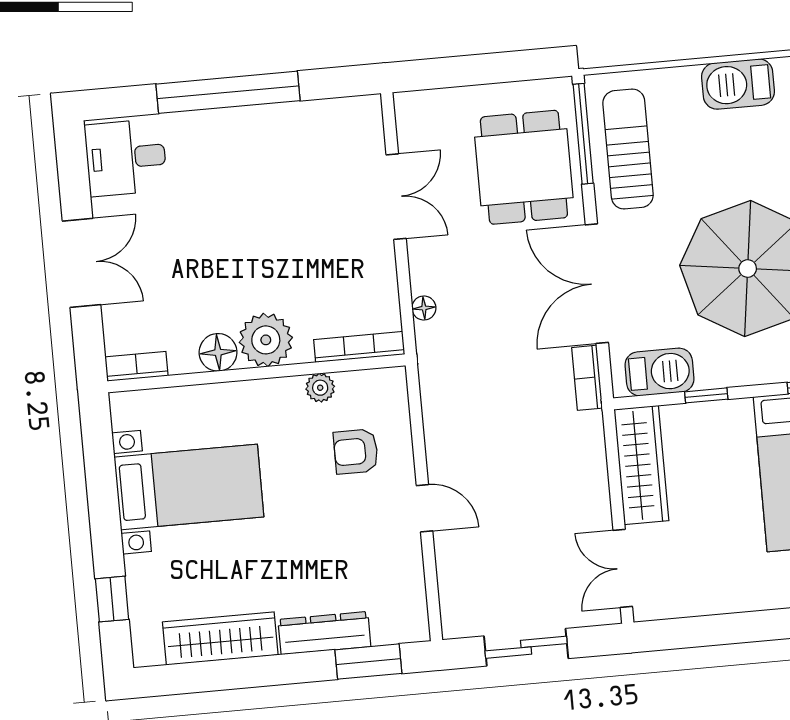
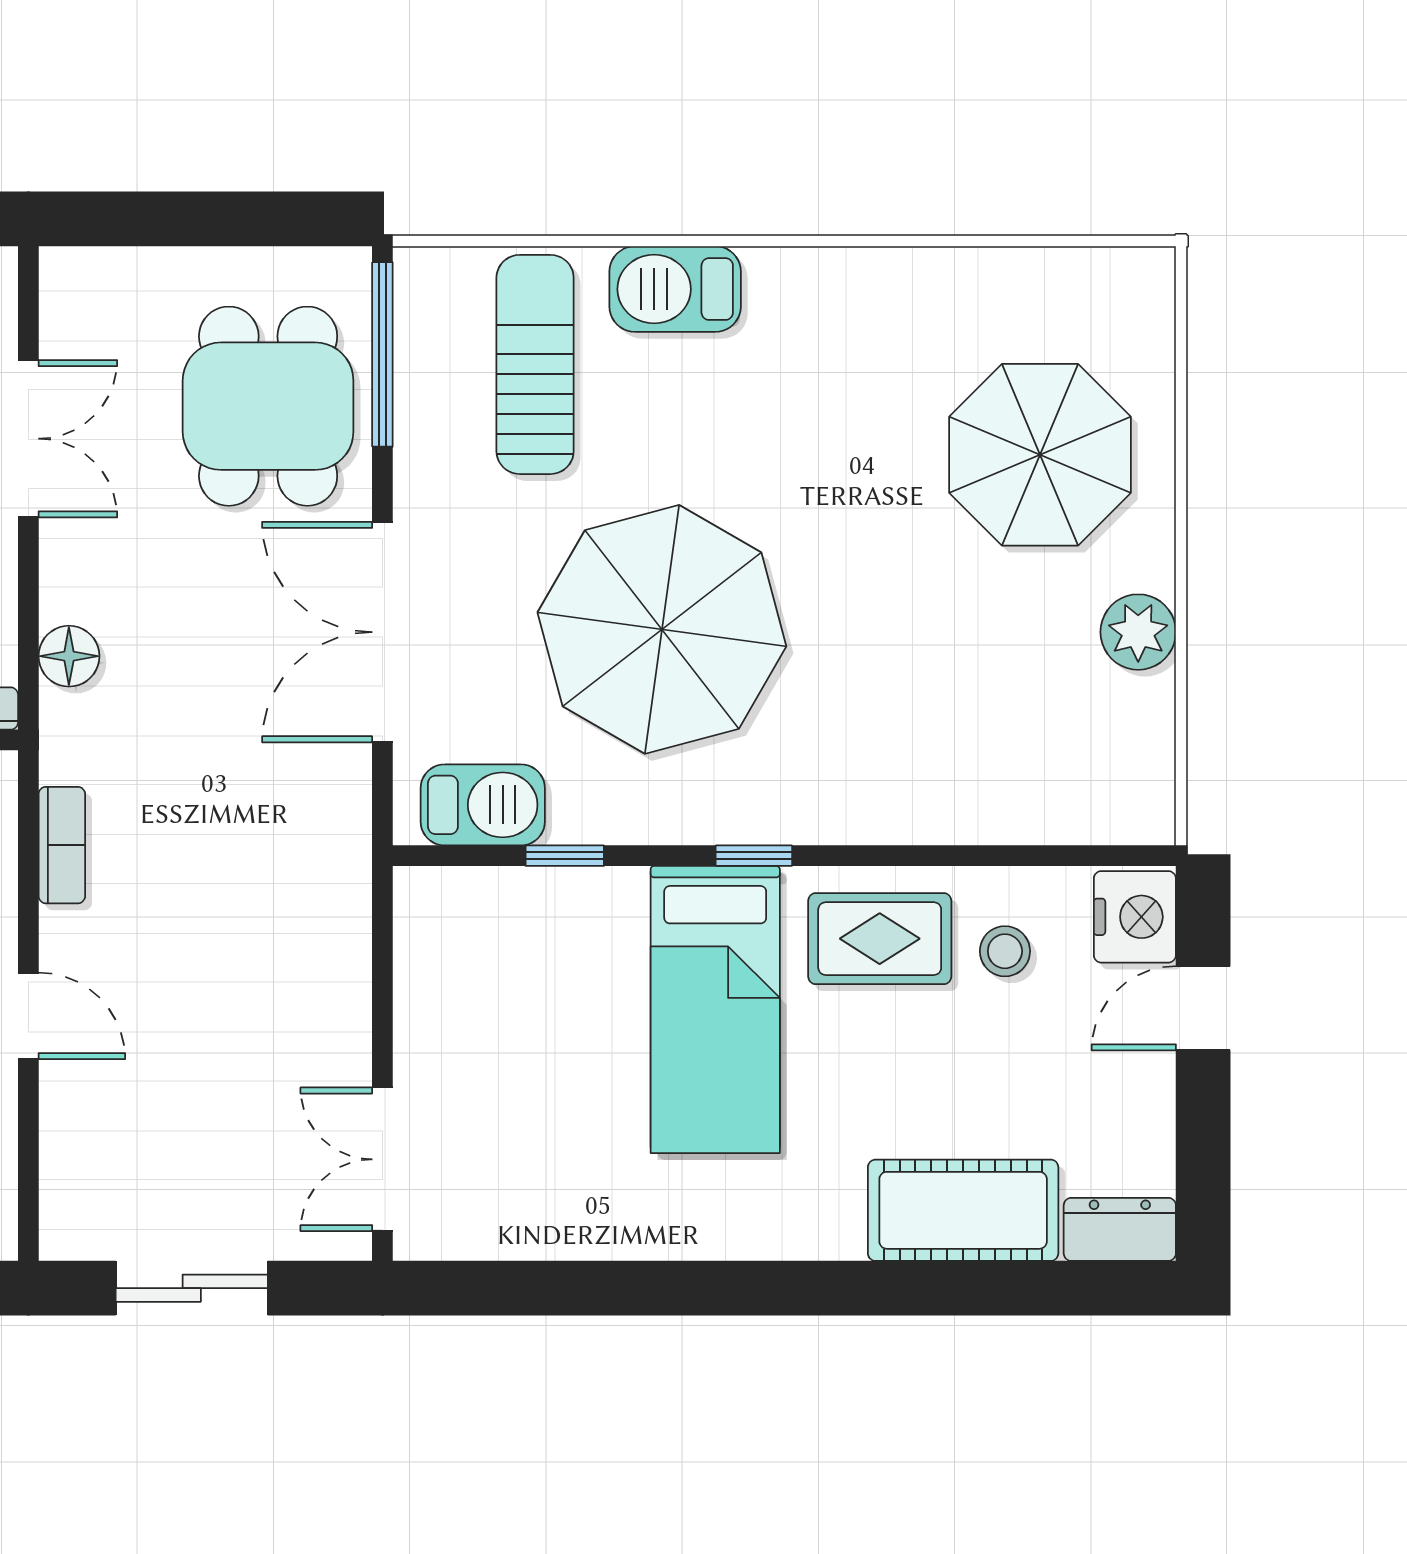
sun lounger: (628, 149) -> (535, 364), moved
floor lamp: (424, 308) -> (69, 656), width x1.37, depth x1.37
bookcase: (587, 378) -> (62, 845), moved, turned 180
wardrobe: (641, 465) -> (434, 973), removed

